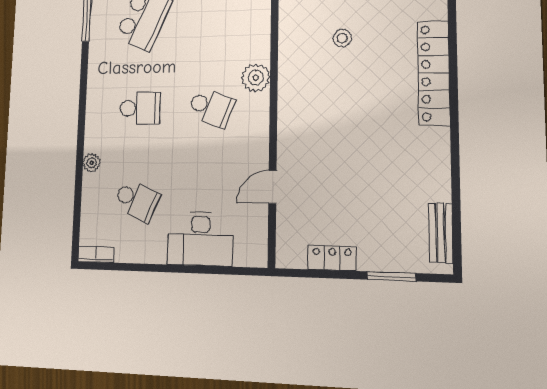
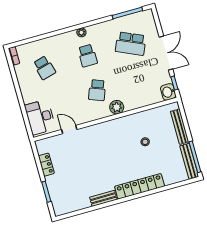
plant: (92, 163) -> (81, 32), moved
school desk: (137, 200) -> (44, 68), turned -39
bench: (441, 233) -> (103, 198), moved
desk: (200, 239) -> (40, 117), moved

